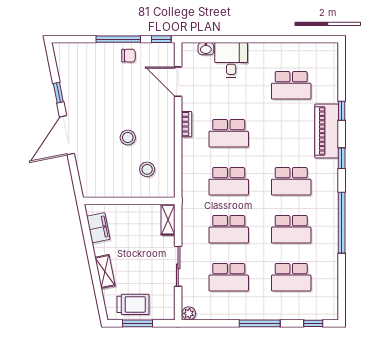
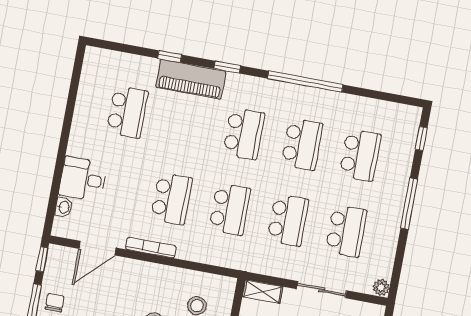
bookcase: (187, 124) -> (151, 248), width x1.56

